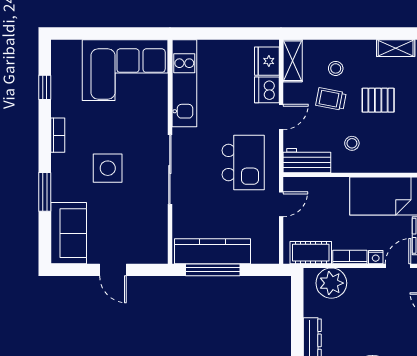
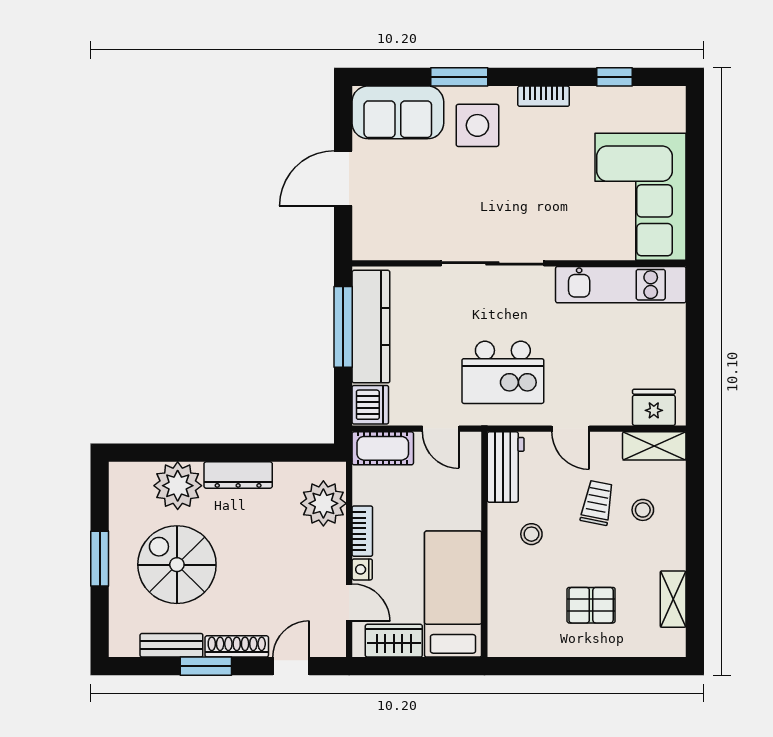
dishwasher: (267, 90) -> (370, 405), moved, turned 90
pallet: (378, 100) -> (591, 605), moved, turned 90
side table: (108, 168) -> (477, 125), moved
cot: (311, 253) -> (383, 448), moved, turned 90
door: (113, 270) -> (343, 178), width x1.37

